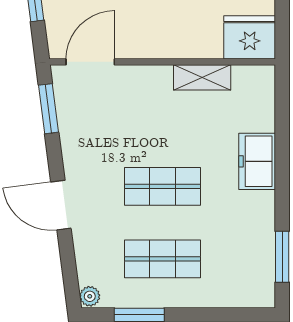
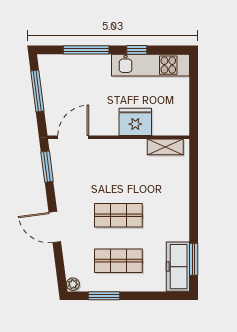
fridge: (250, 37) -> (135, 122), moved
shelving: (202, 77) -> (165, 147), moved
freezer: (257, 161) -> (178, 267), moved, width x1.40

